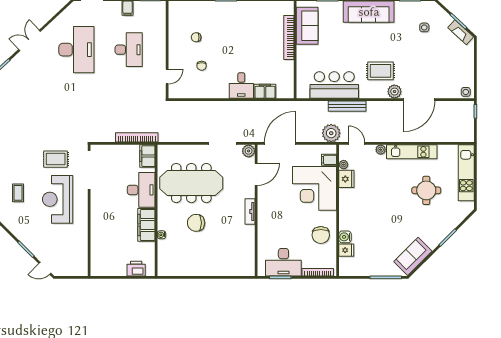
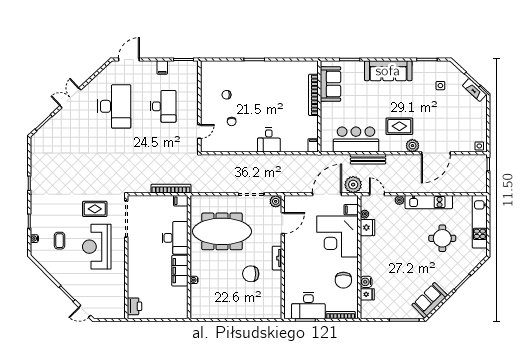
filing cabinet: (265, 91) -> (313, 145), moved, width x0.50
door: (280, 143) -> (327, 194), moved
filing cabinet: (147, 156) -> (181, 201), width x0.50
chair: (196, 223) -> (251, 274), moved
printer: (136, 269) -> (134, 306), moved, turned 90

